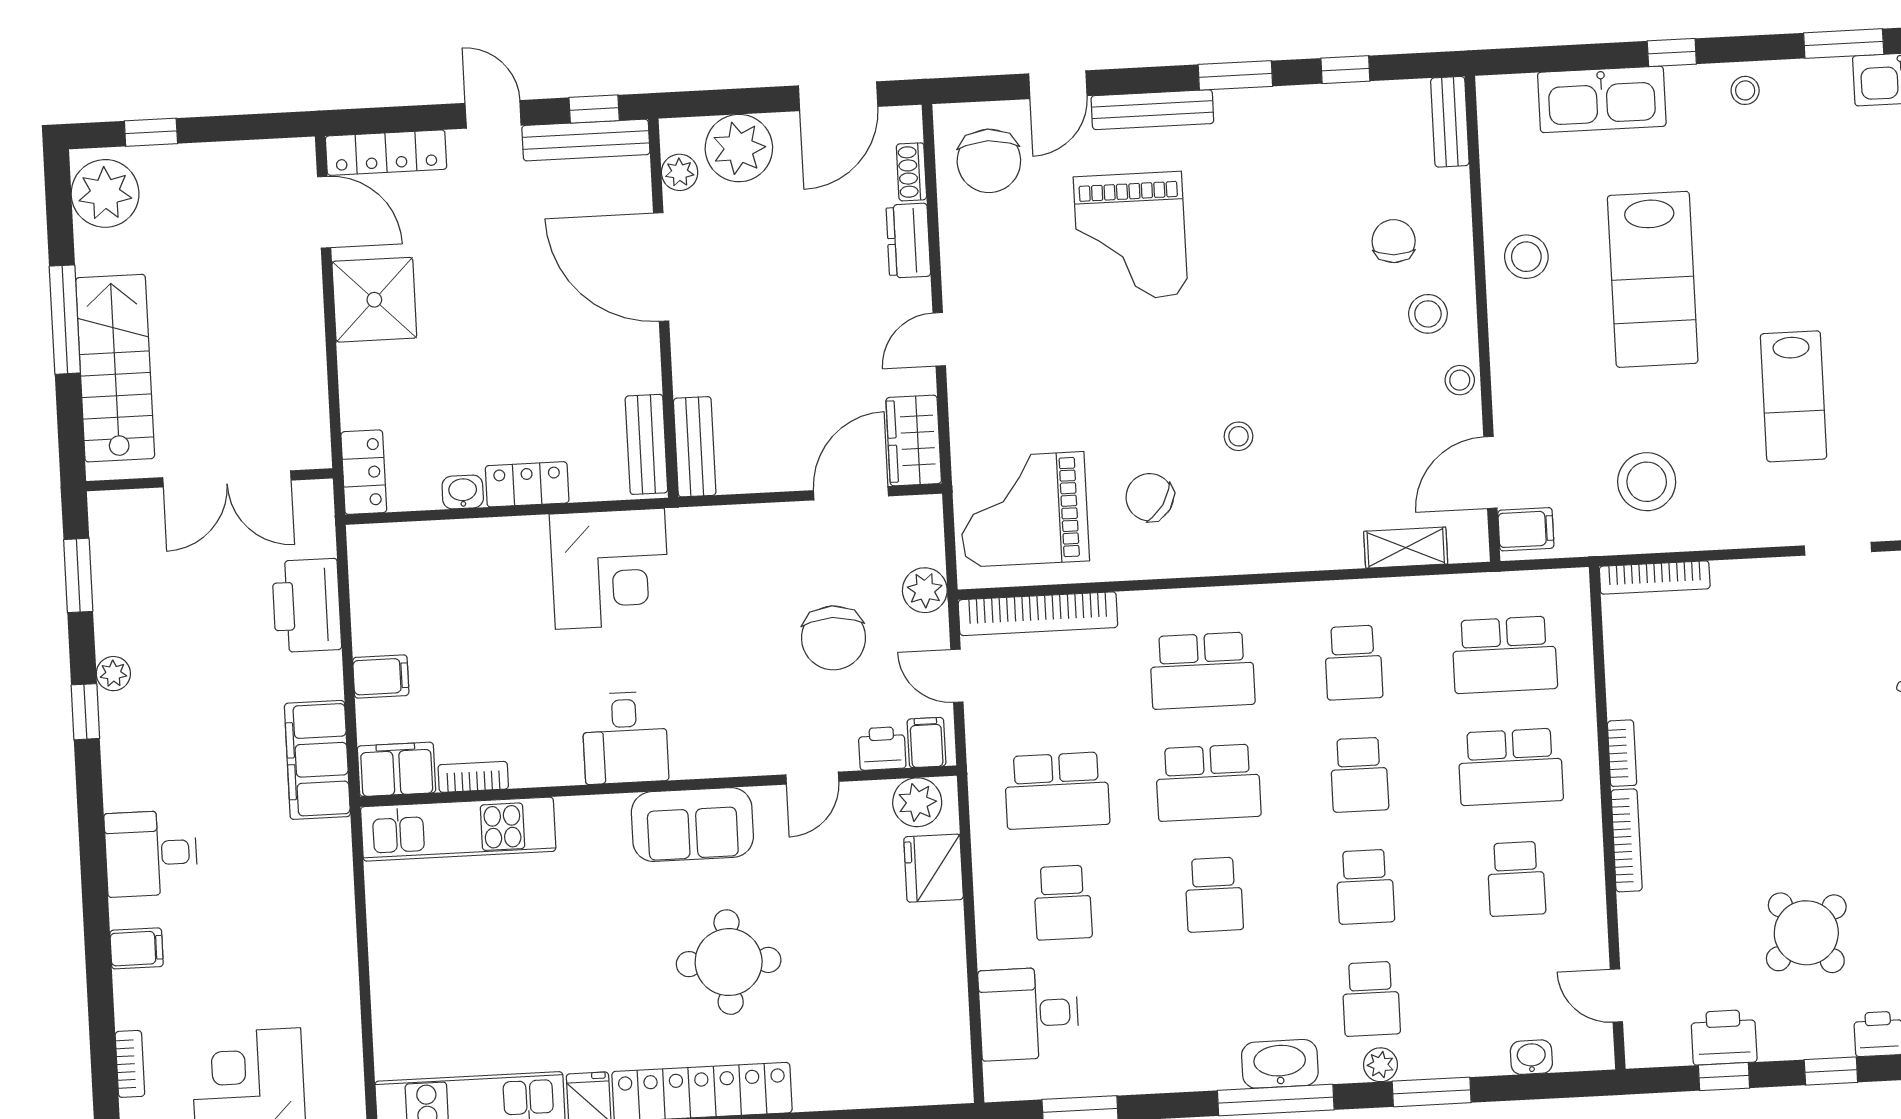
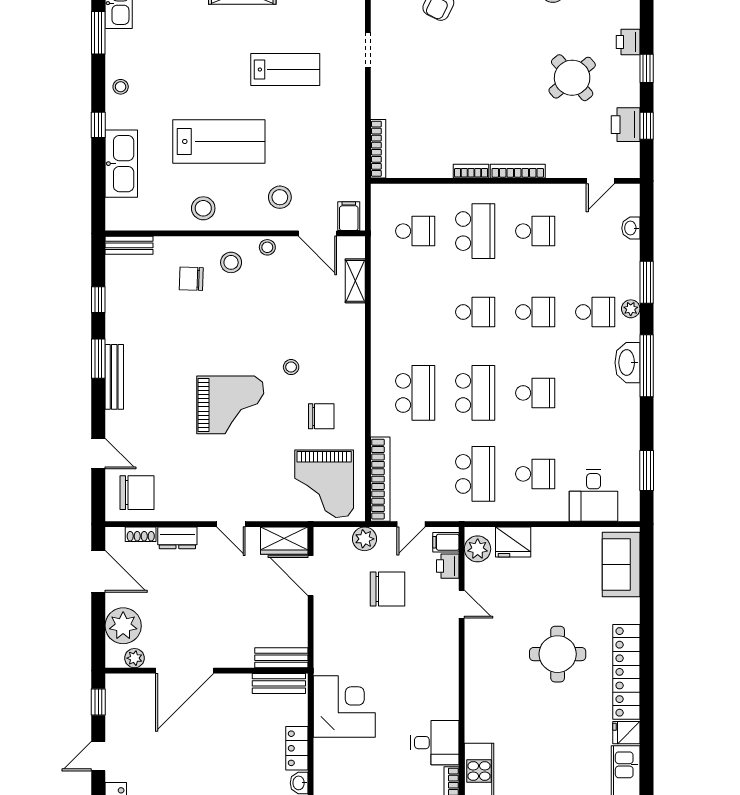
bench: (1152, 110) -> (114, 377), moved
bench: (586, 140) -> (115, 707), removed
grand piano: (1131, 236) -> (230, 405), moved
stool: (1647, 482) -> (280, 197), moved, width x0.73, depth x0.73
chair: (1150, 497) -> (321, 416), turned -123
school desk: (1505, 655) -> (415, 231), width x0.54
school desk: (1353, 663) -> (415, 312), removed
desk: (625, 738) -> (435, 743), moved
sofa: (692, 825) -> (621, 564), moved, turned 180

